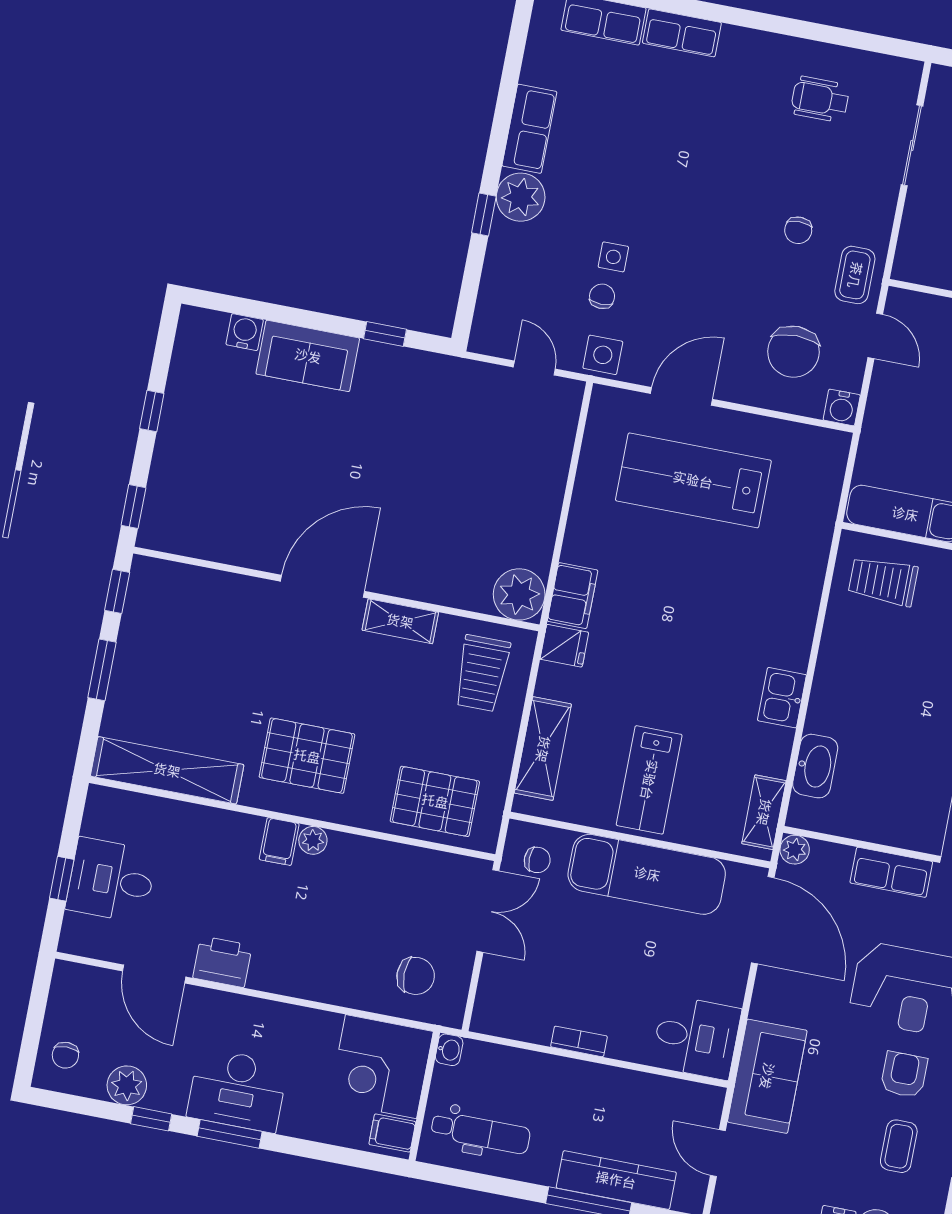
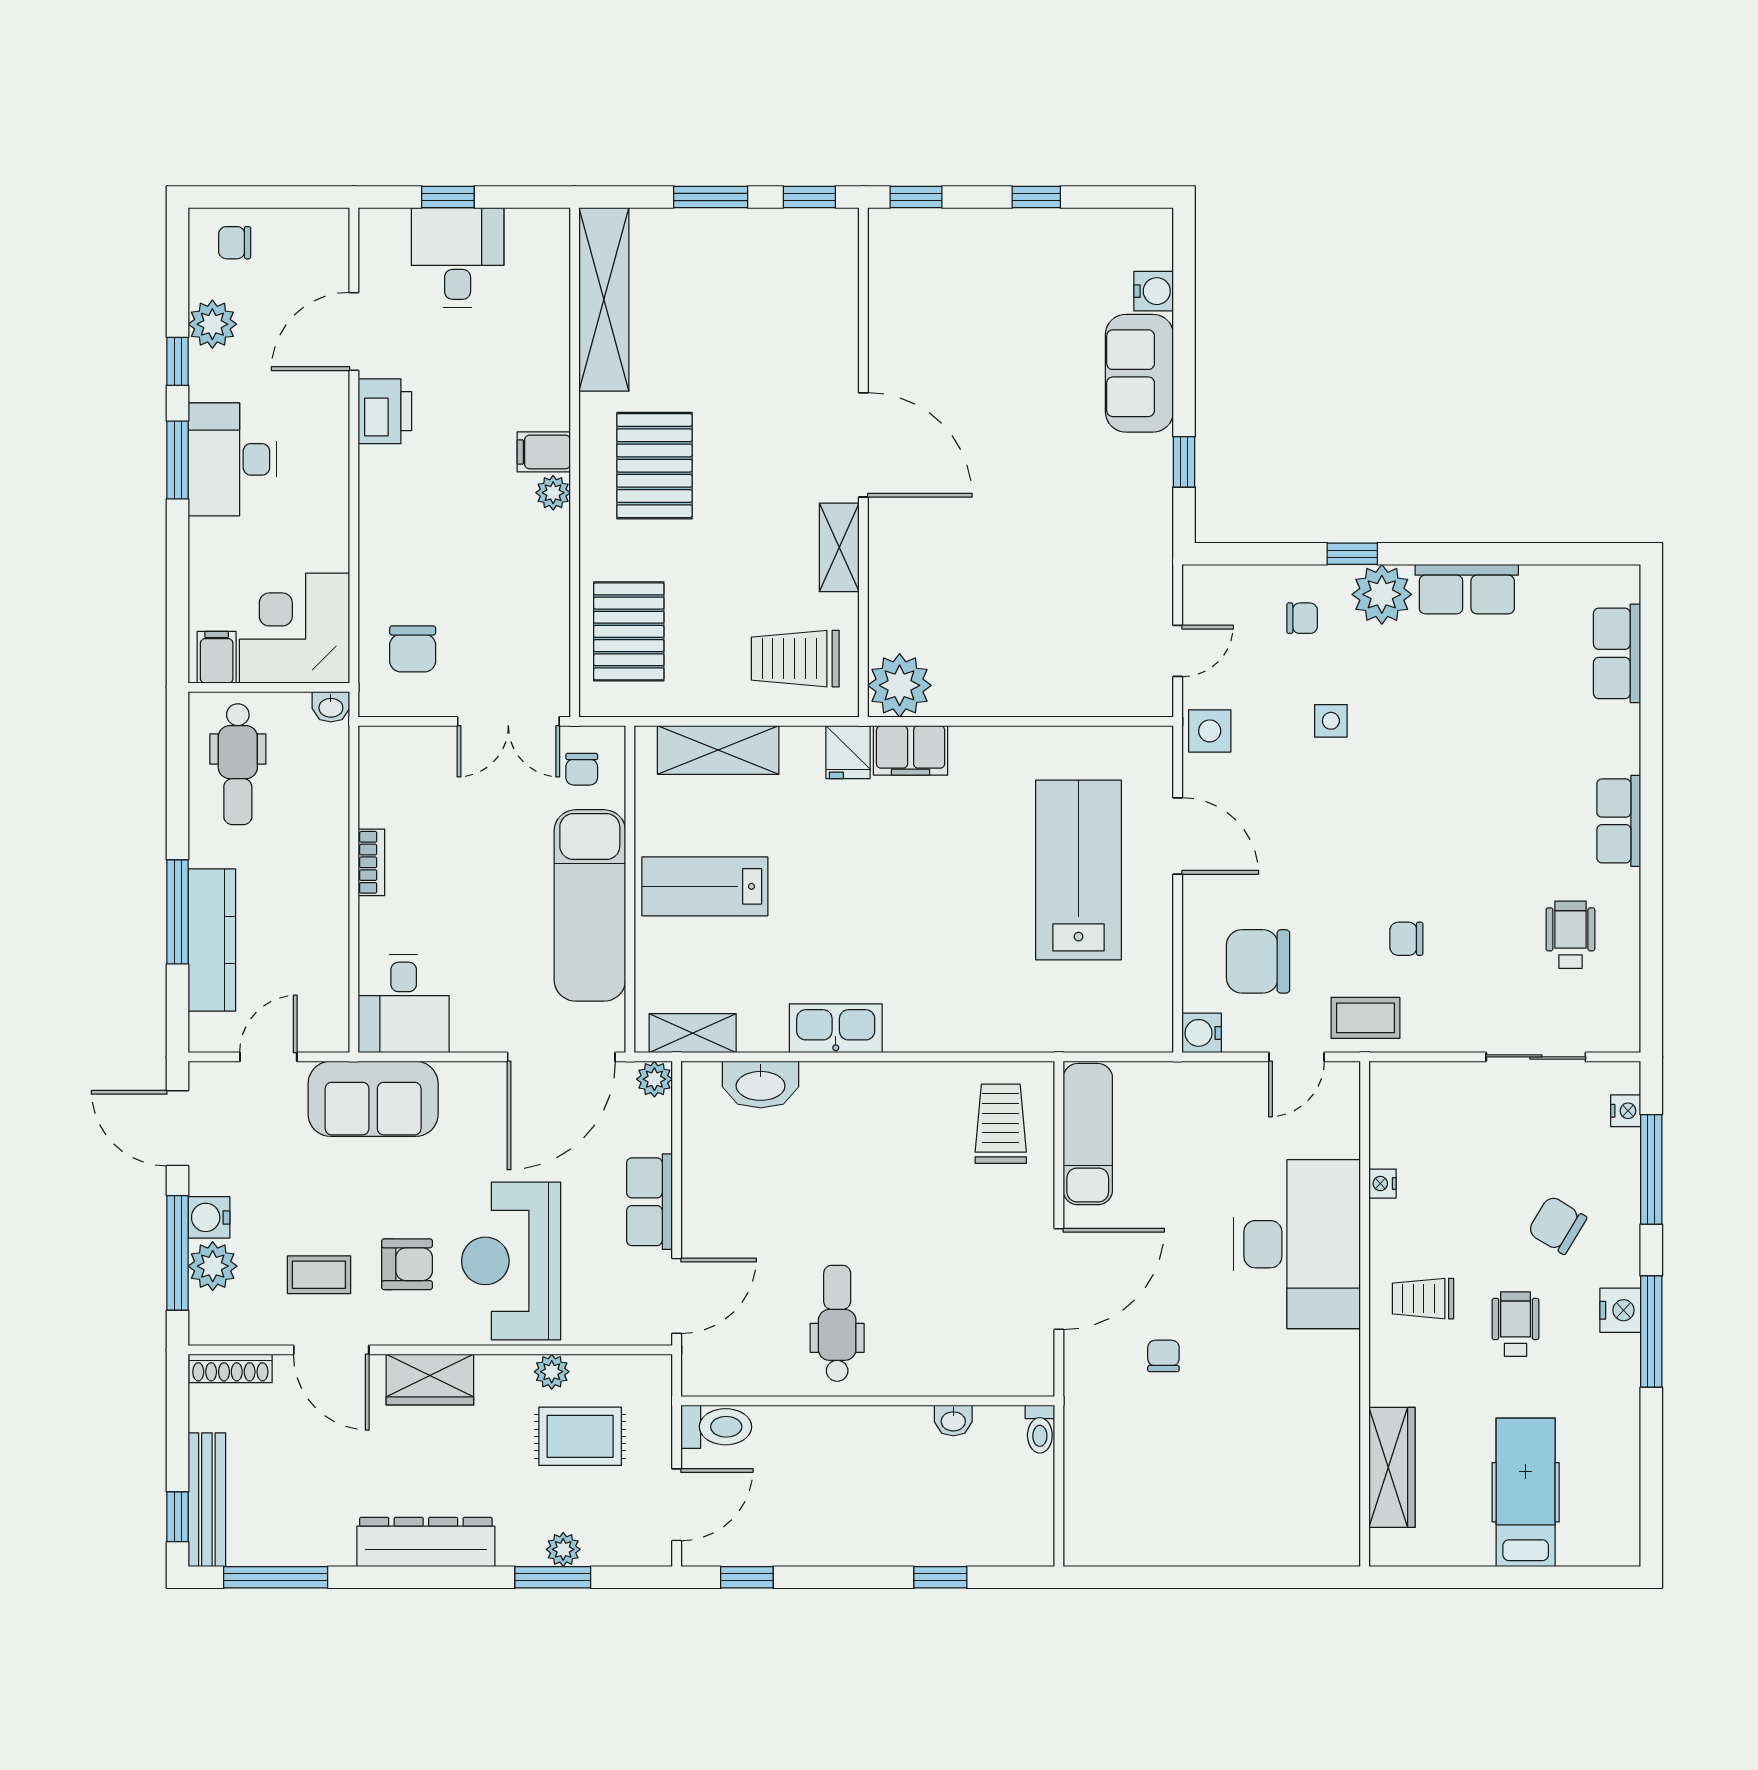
row of seats: (682, 33) -> (1619, 821), moved
chair: (602, 296) -> (1302, 618), moved
kitchen sink: (782, 698) -> (836, 1028), width x1.38

